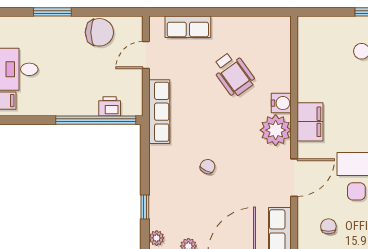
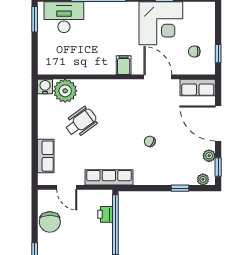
chair: (99, 32) -> (50, 222), turned 180
water cooler: (281, 103) -> (45, 87), moved
filing cabinet: (310, 122) -> (124, 65), width x0.50
plant: (276, 130) -> (65, 91), moved

